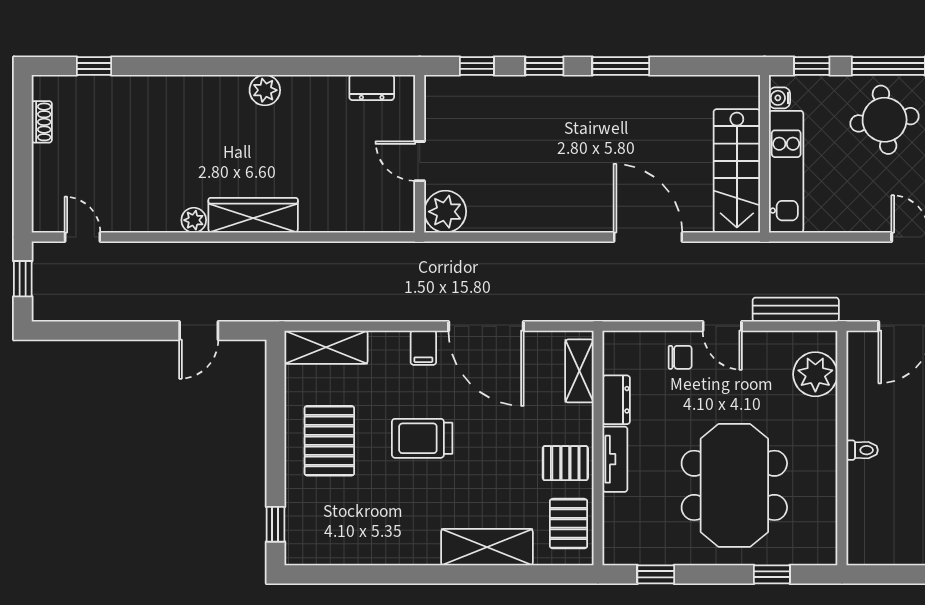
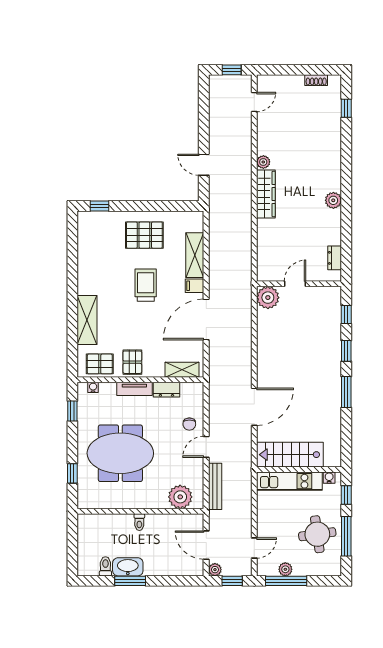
shelving: (326, 347) -> (195, 255), moved
water cooler: (612, 536) -> (93, 387), added

